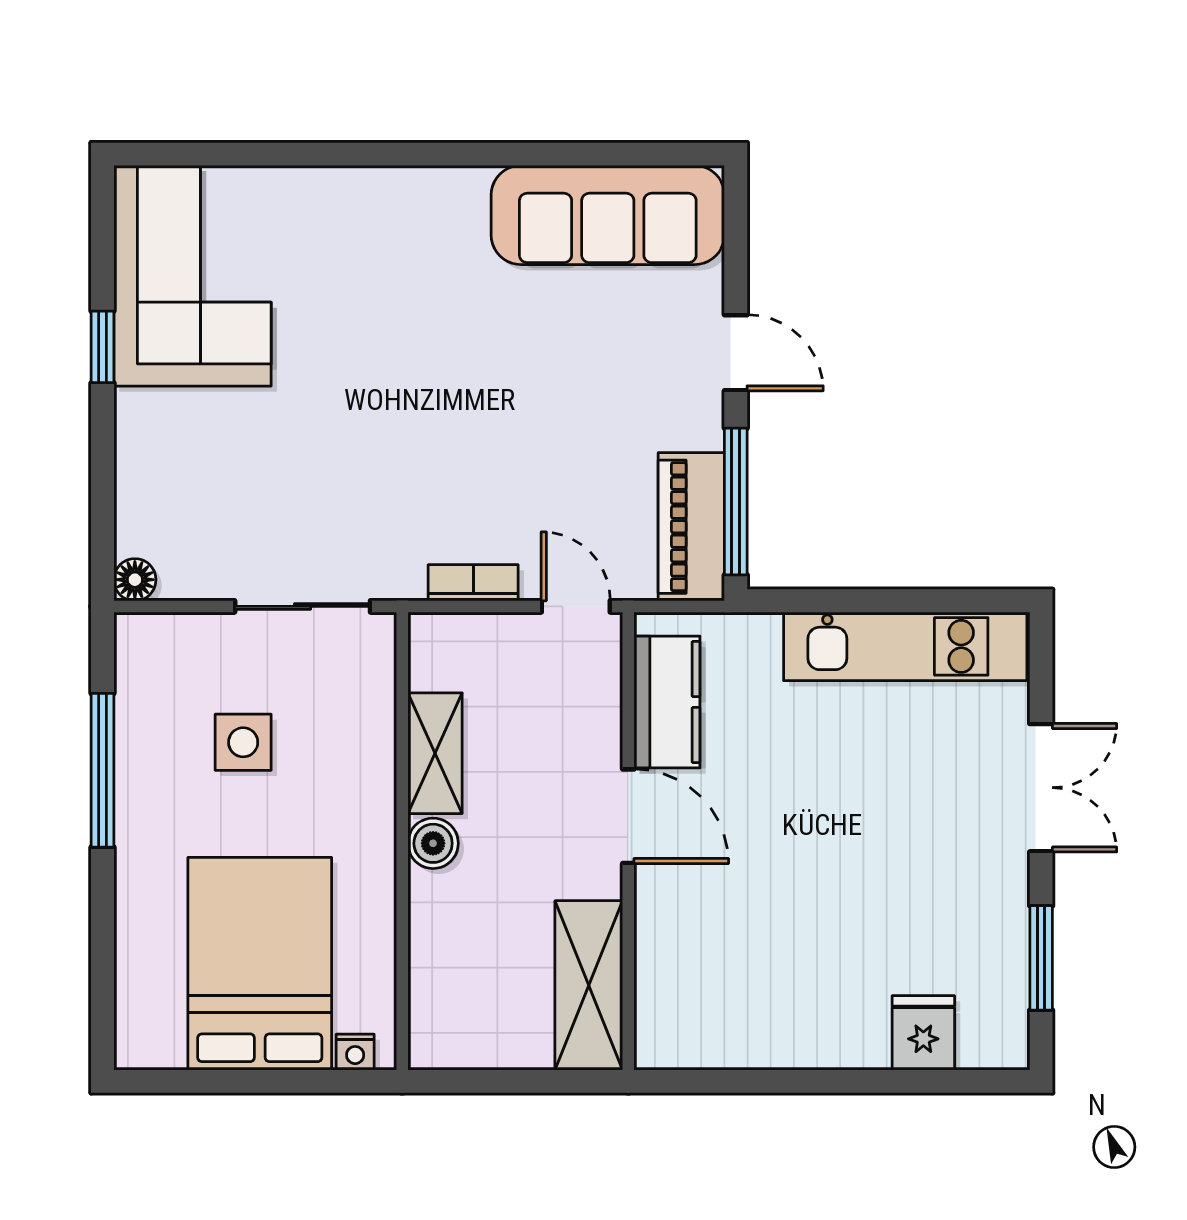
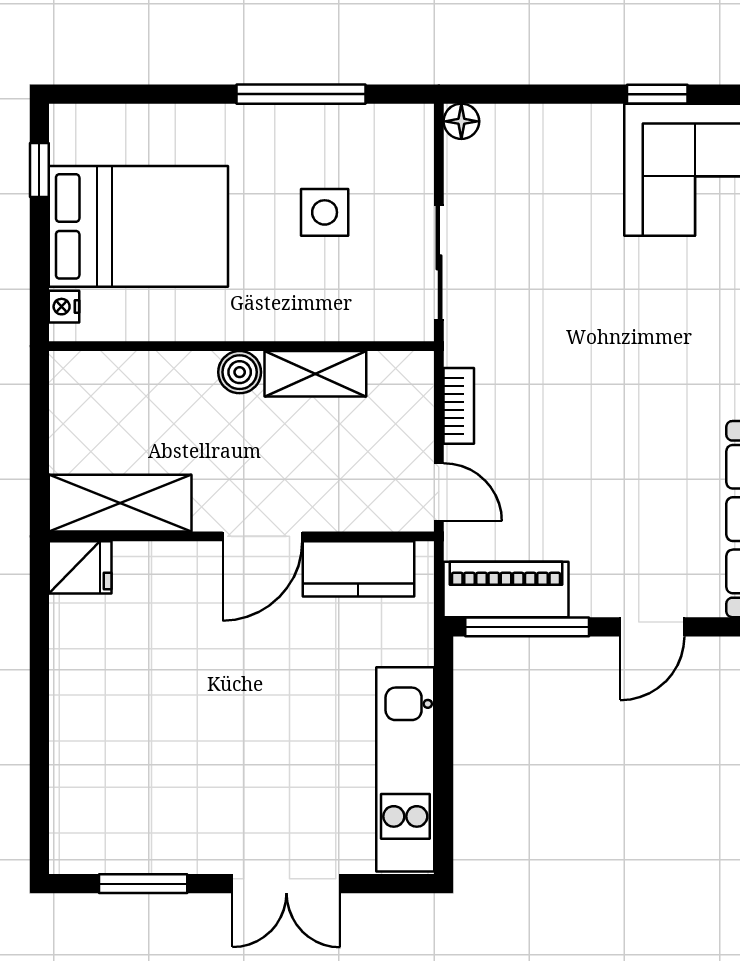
door: (576, 606) -> (439, 492), hinge flipped
fridge: (923, 1033) -> (80, 567), moved
window: (193, 1081) -> (39, 170), added

